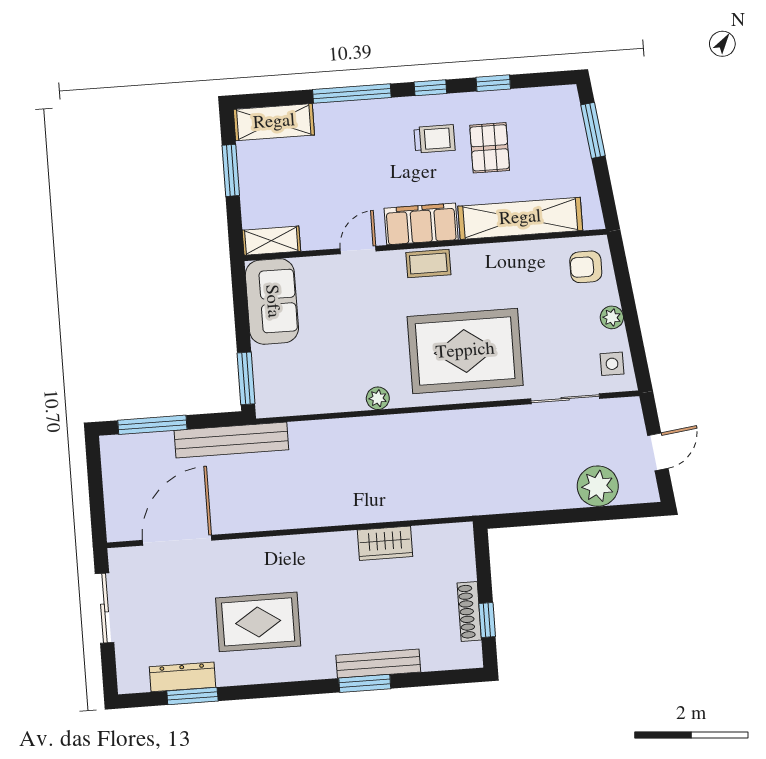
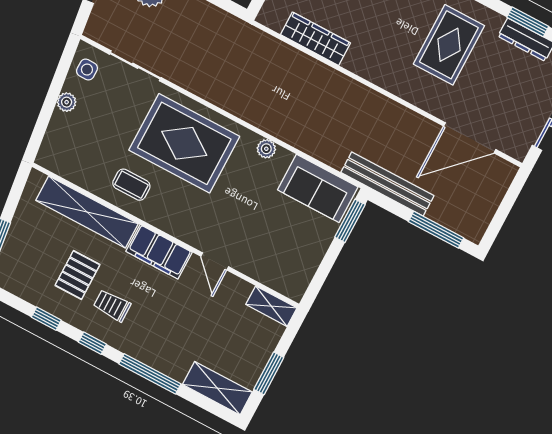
door: (358, 250) -> (215, 261), hinge flipped
coffee table: (428, 264) -> (131, 185), moved
armchair: (586, 267) -> (63, 149), removed
sofa: (272, 301) -> (318, 188), moved, turned -90
wardrobe: (385, 543) -> (316, 39), width x1.50
rug: (258, 622) -> (449, 45), turned 90

